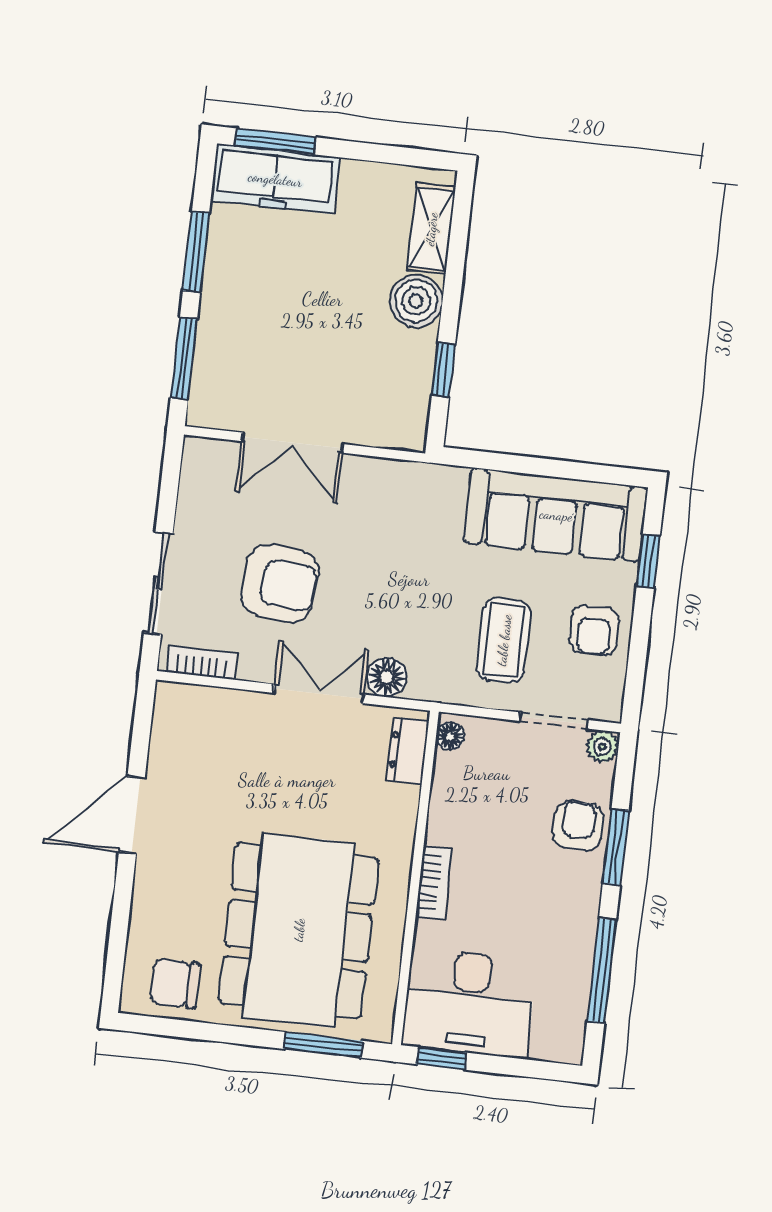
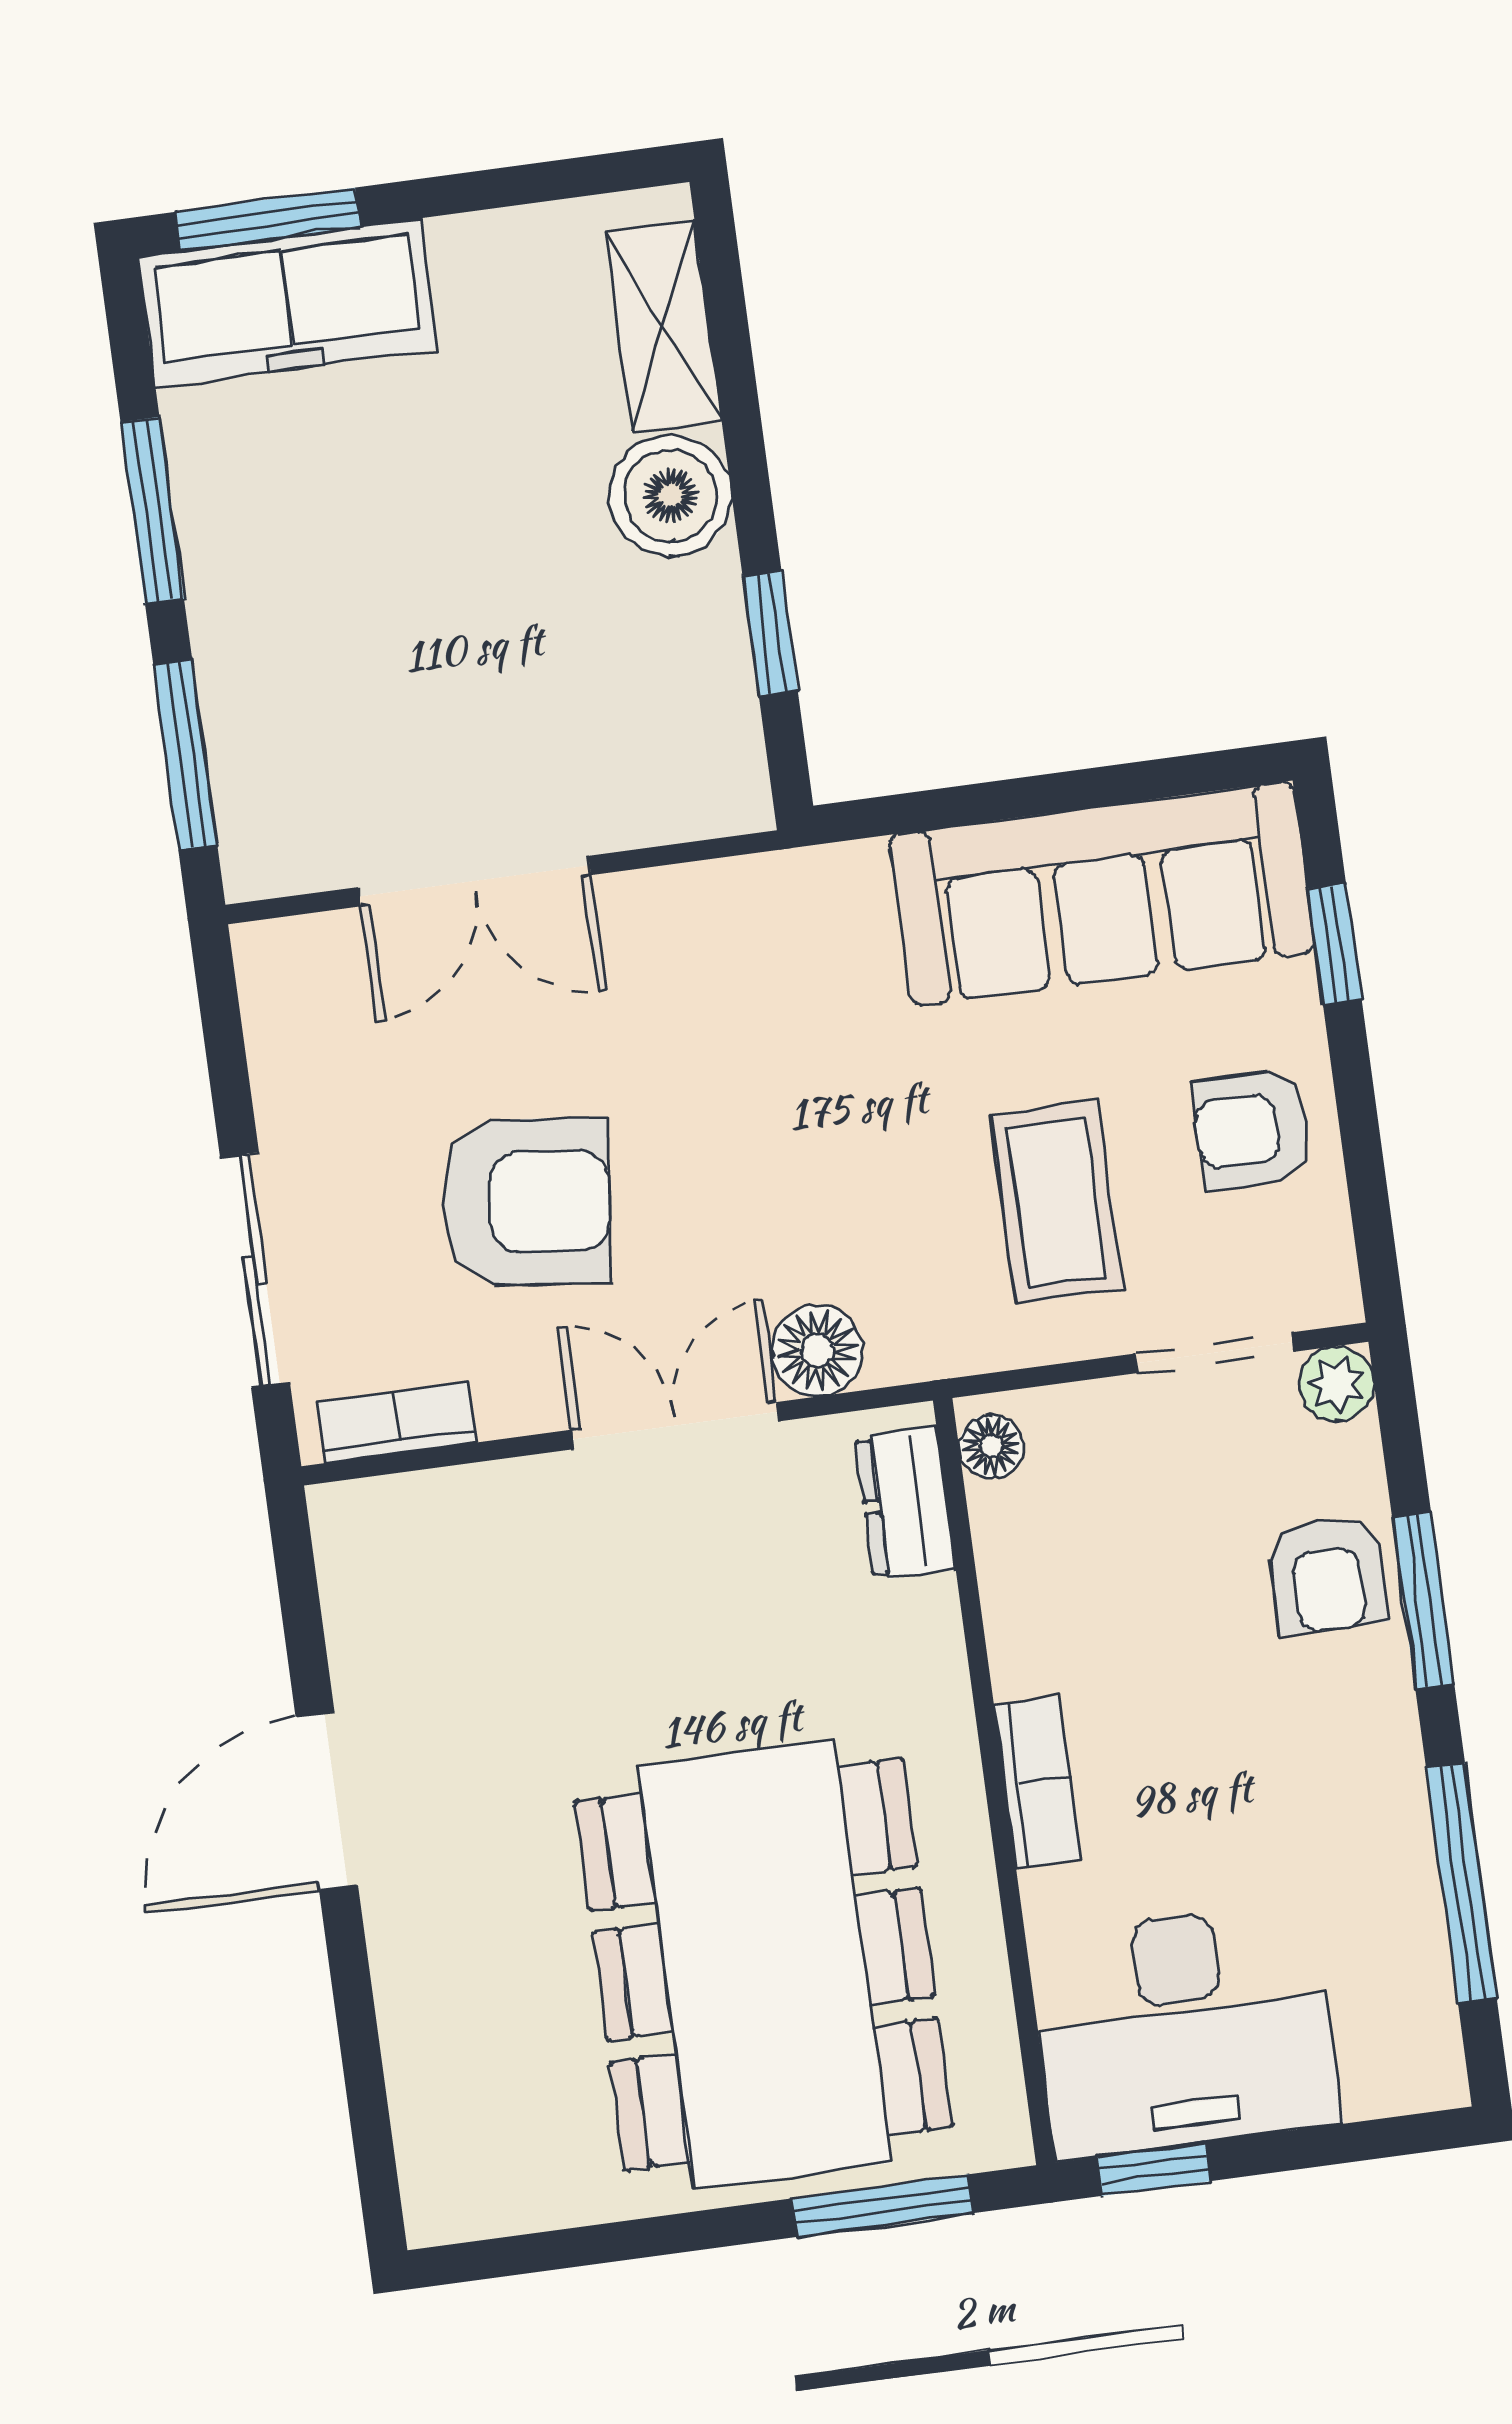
armchair: (594, 630) -> (1253, 1129), turned 90
armchair: (578, 826) -> (1327, 1574), turned 180
chair: (175, 983) -> (517, 2152), removed

